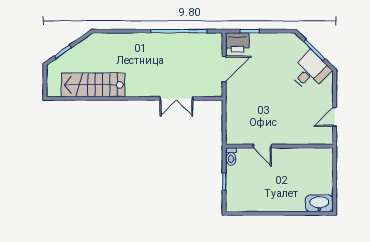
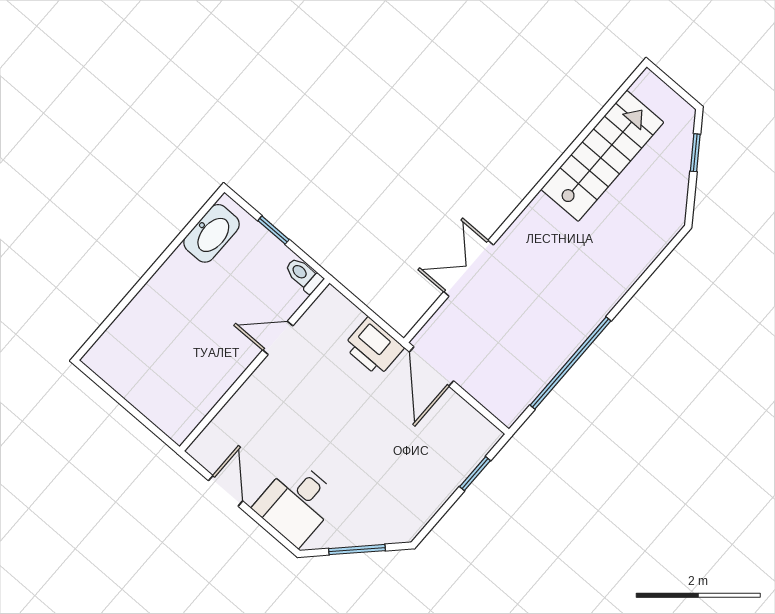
printer: (237, 42) -> (374, 347), moved, turned -90
door: (224, 69) -> (431, 366), moved
desk: (310, 71) -> (297, 503), moved, turned 45
washbasin: (319, 203) -> (211, 233), moved

